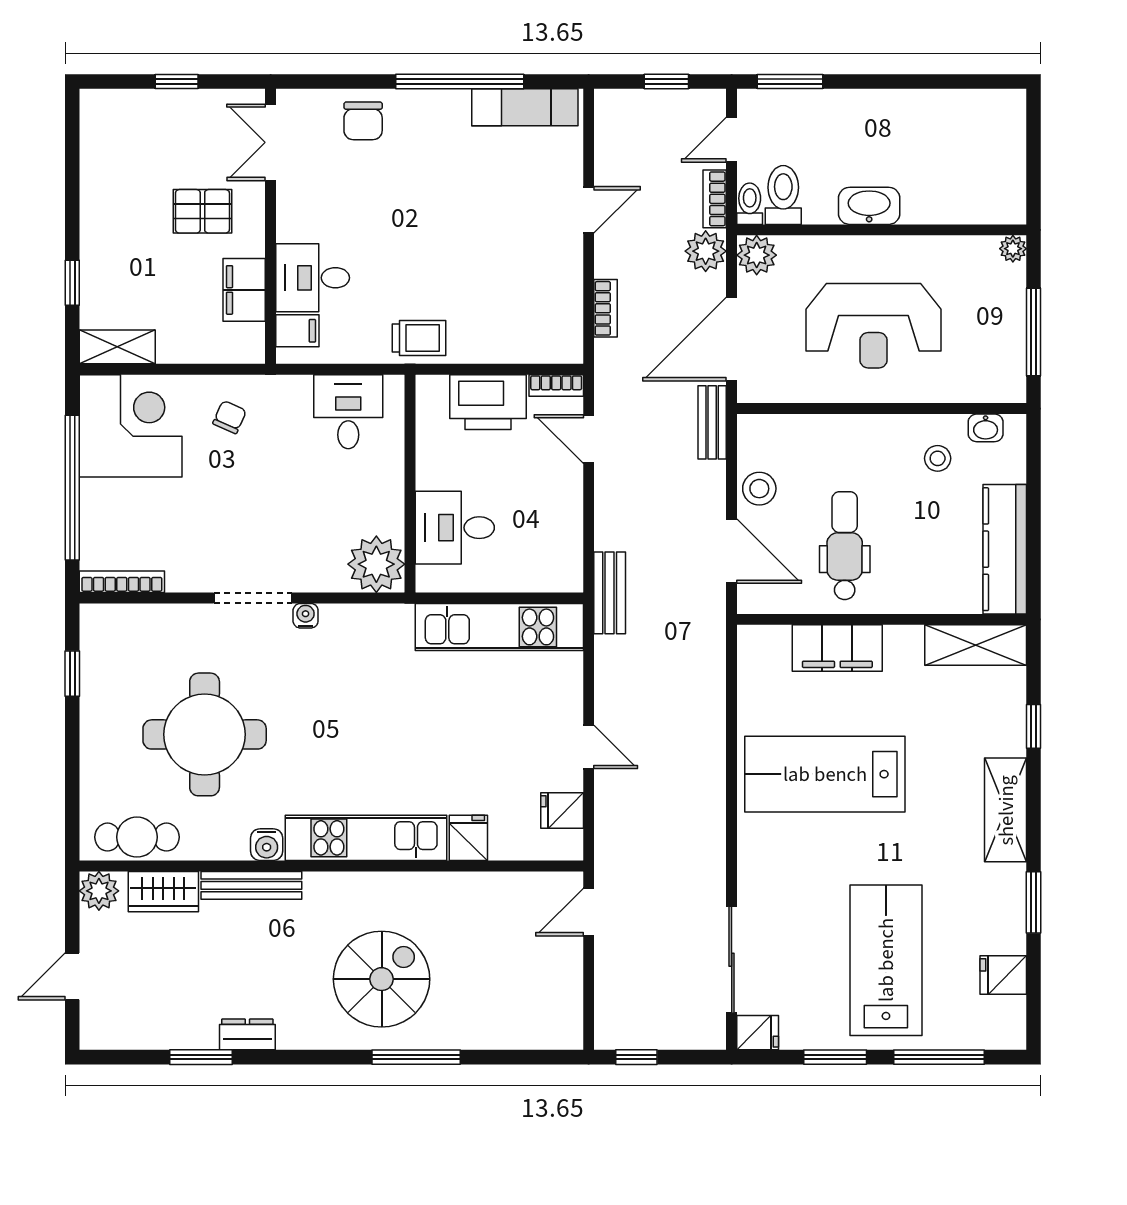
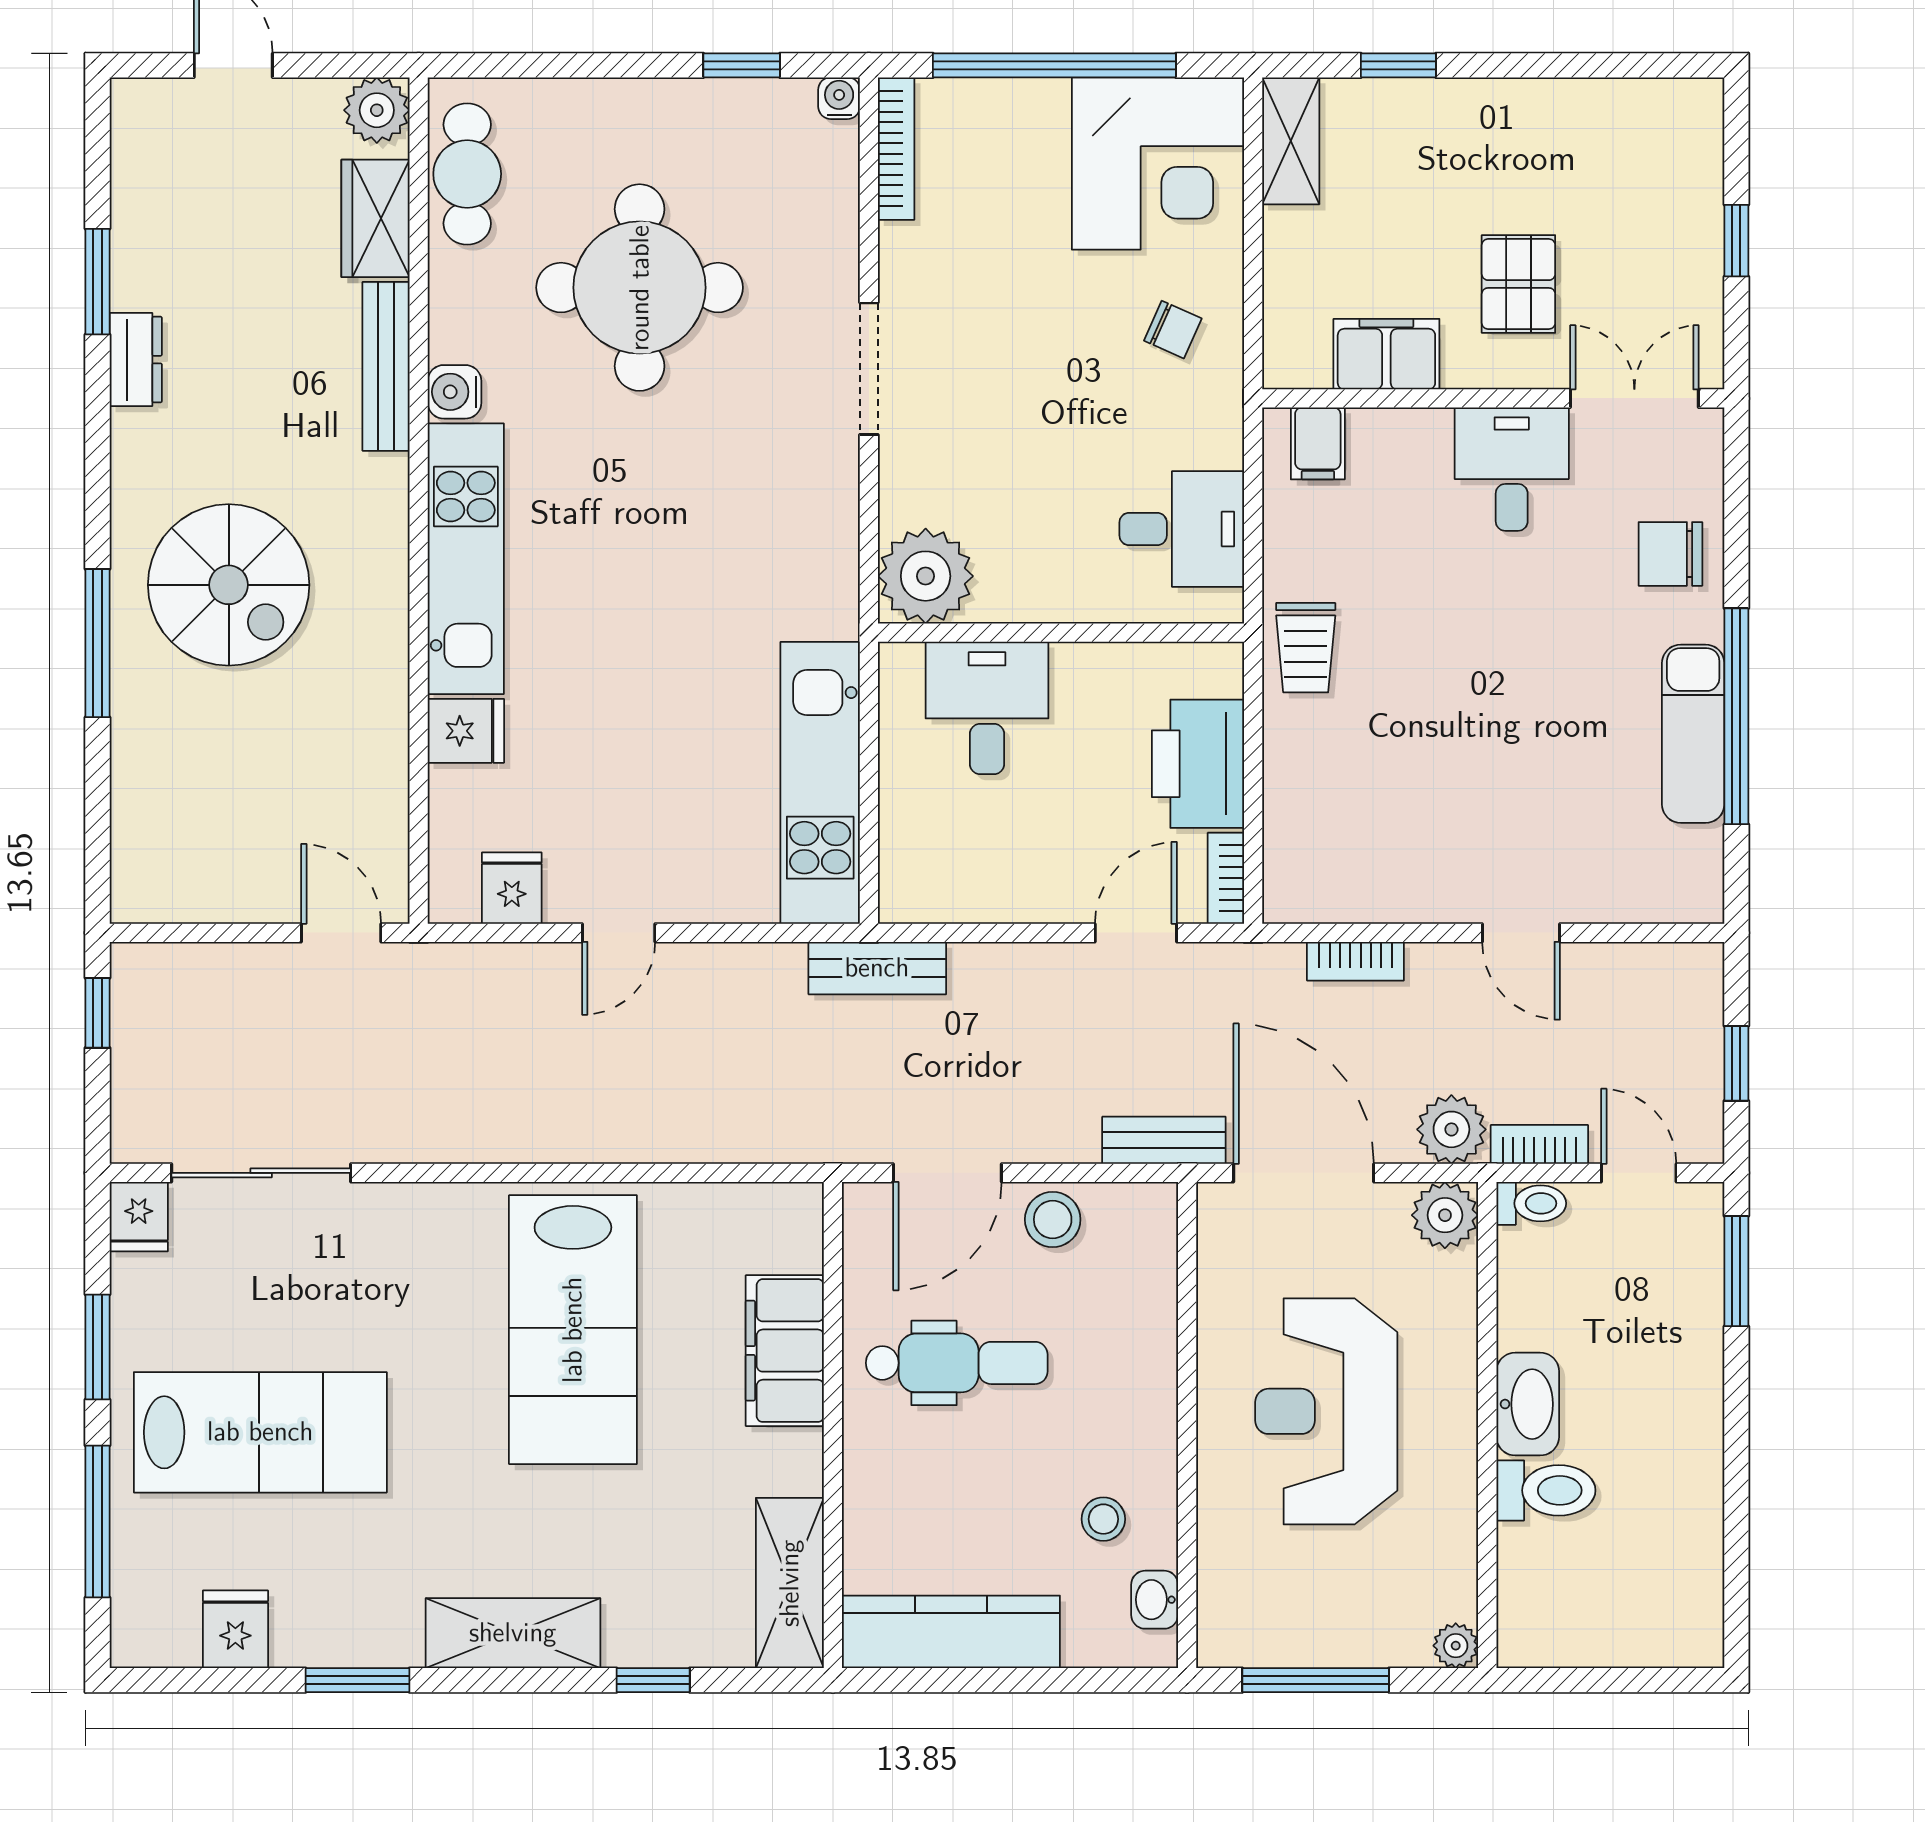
exam couch: (525, 107) -> (1693, 734), moved
toilet: (783, 195) -> (1546, 1490), moved
desk: (313, 278) -> (1512, 469), moved
water cooler: (306, 616) -> (839, 98), moved, turned -90
lab bench: (825, 774) -> (573, 1330), turned 180

